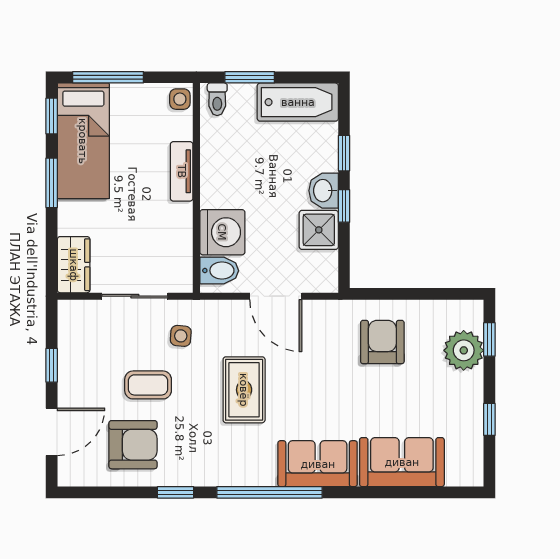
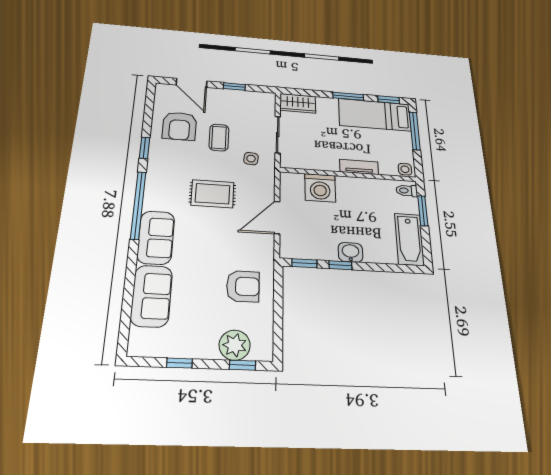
window: (344, 153) -> (304, 263), moved
shower: (319, 230) -> (323, 248), removed
bidet: (219, 271) -> (295, 184), removed

